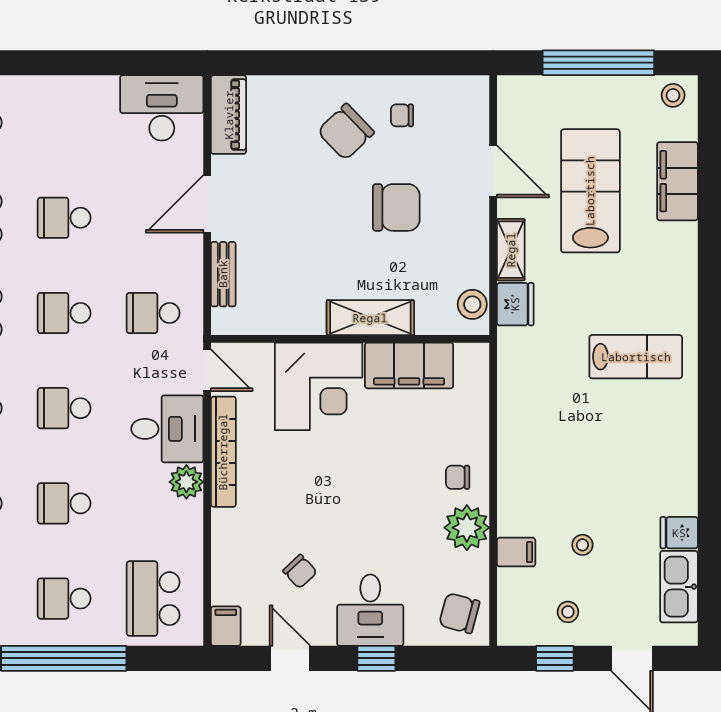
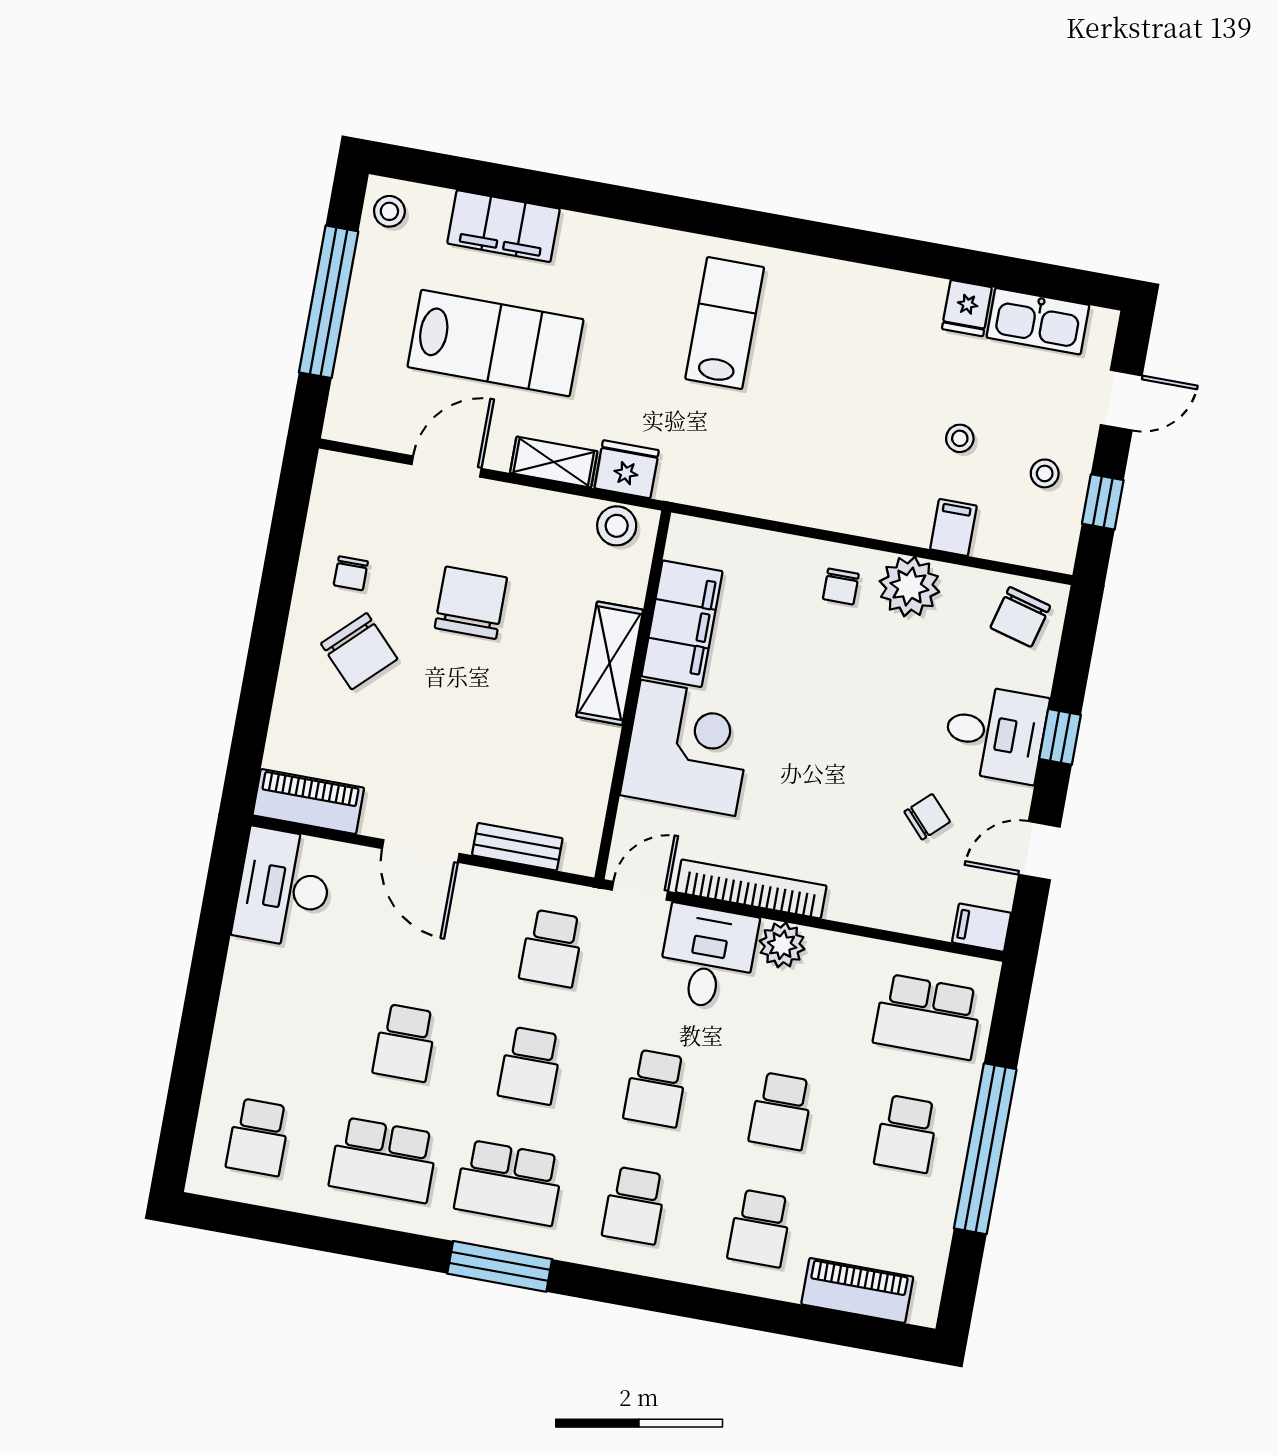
lab bench: (590, 191) -> (495, 343), turned 180

